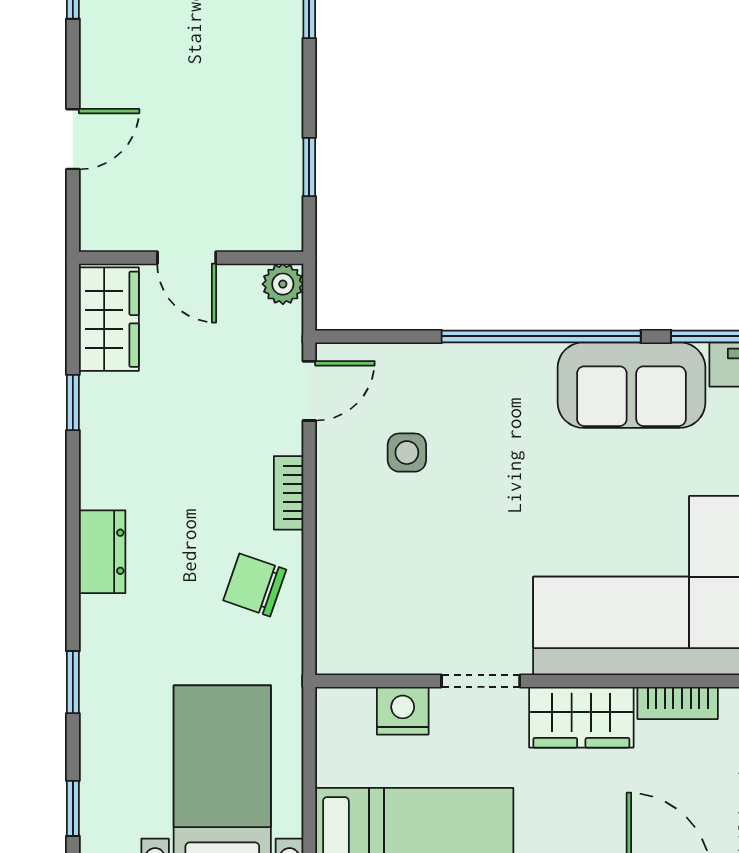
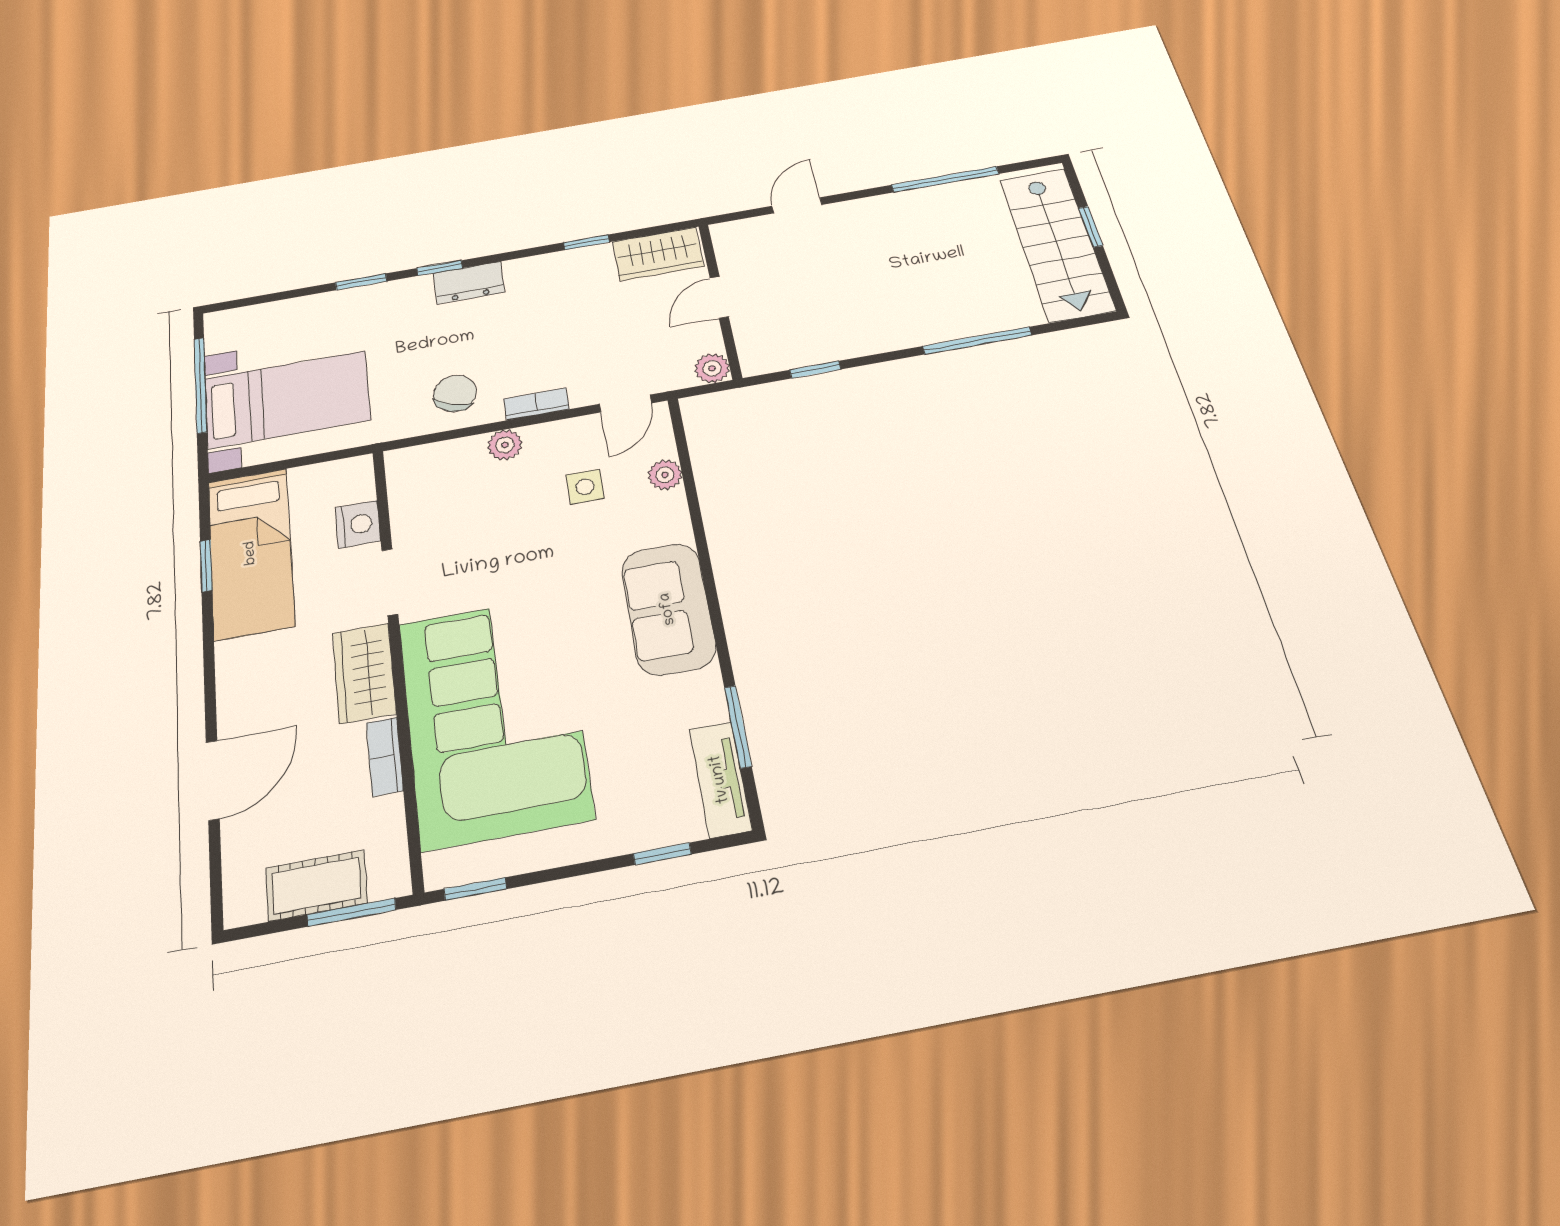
door: (73, 139) -> (797, 205), swing flipped
window: (541, 336) -> (708, 575), removed
plant: (410, 362) -> (665, 475), added
sofa: (631, 385) -> (668, 609), moved
door: (309, 391) -> (625, 404), hinge flipped
plant: (335, 535) -> (505, 445), added
window: (73, 808) -> (440, 268), moved

